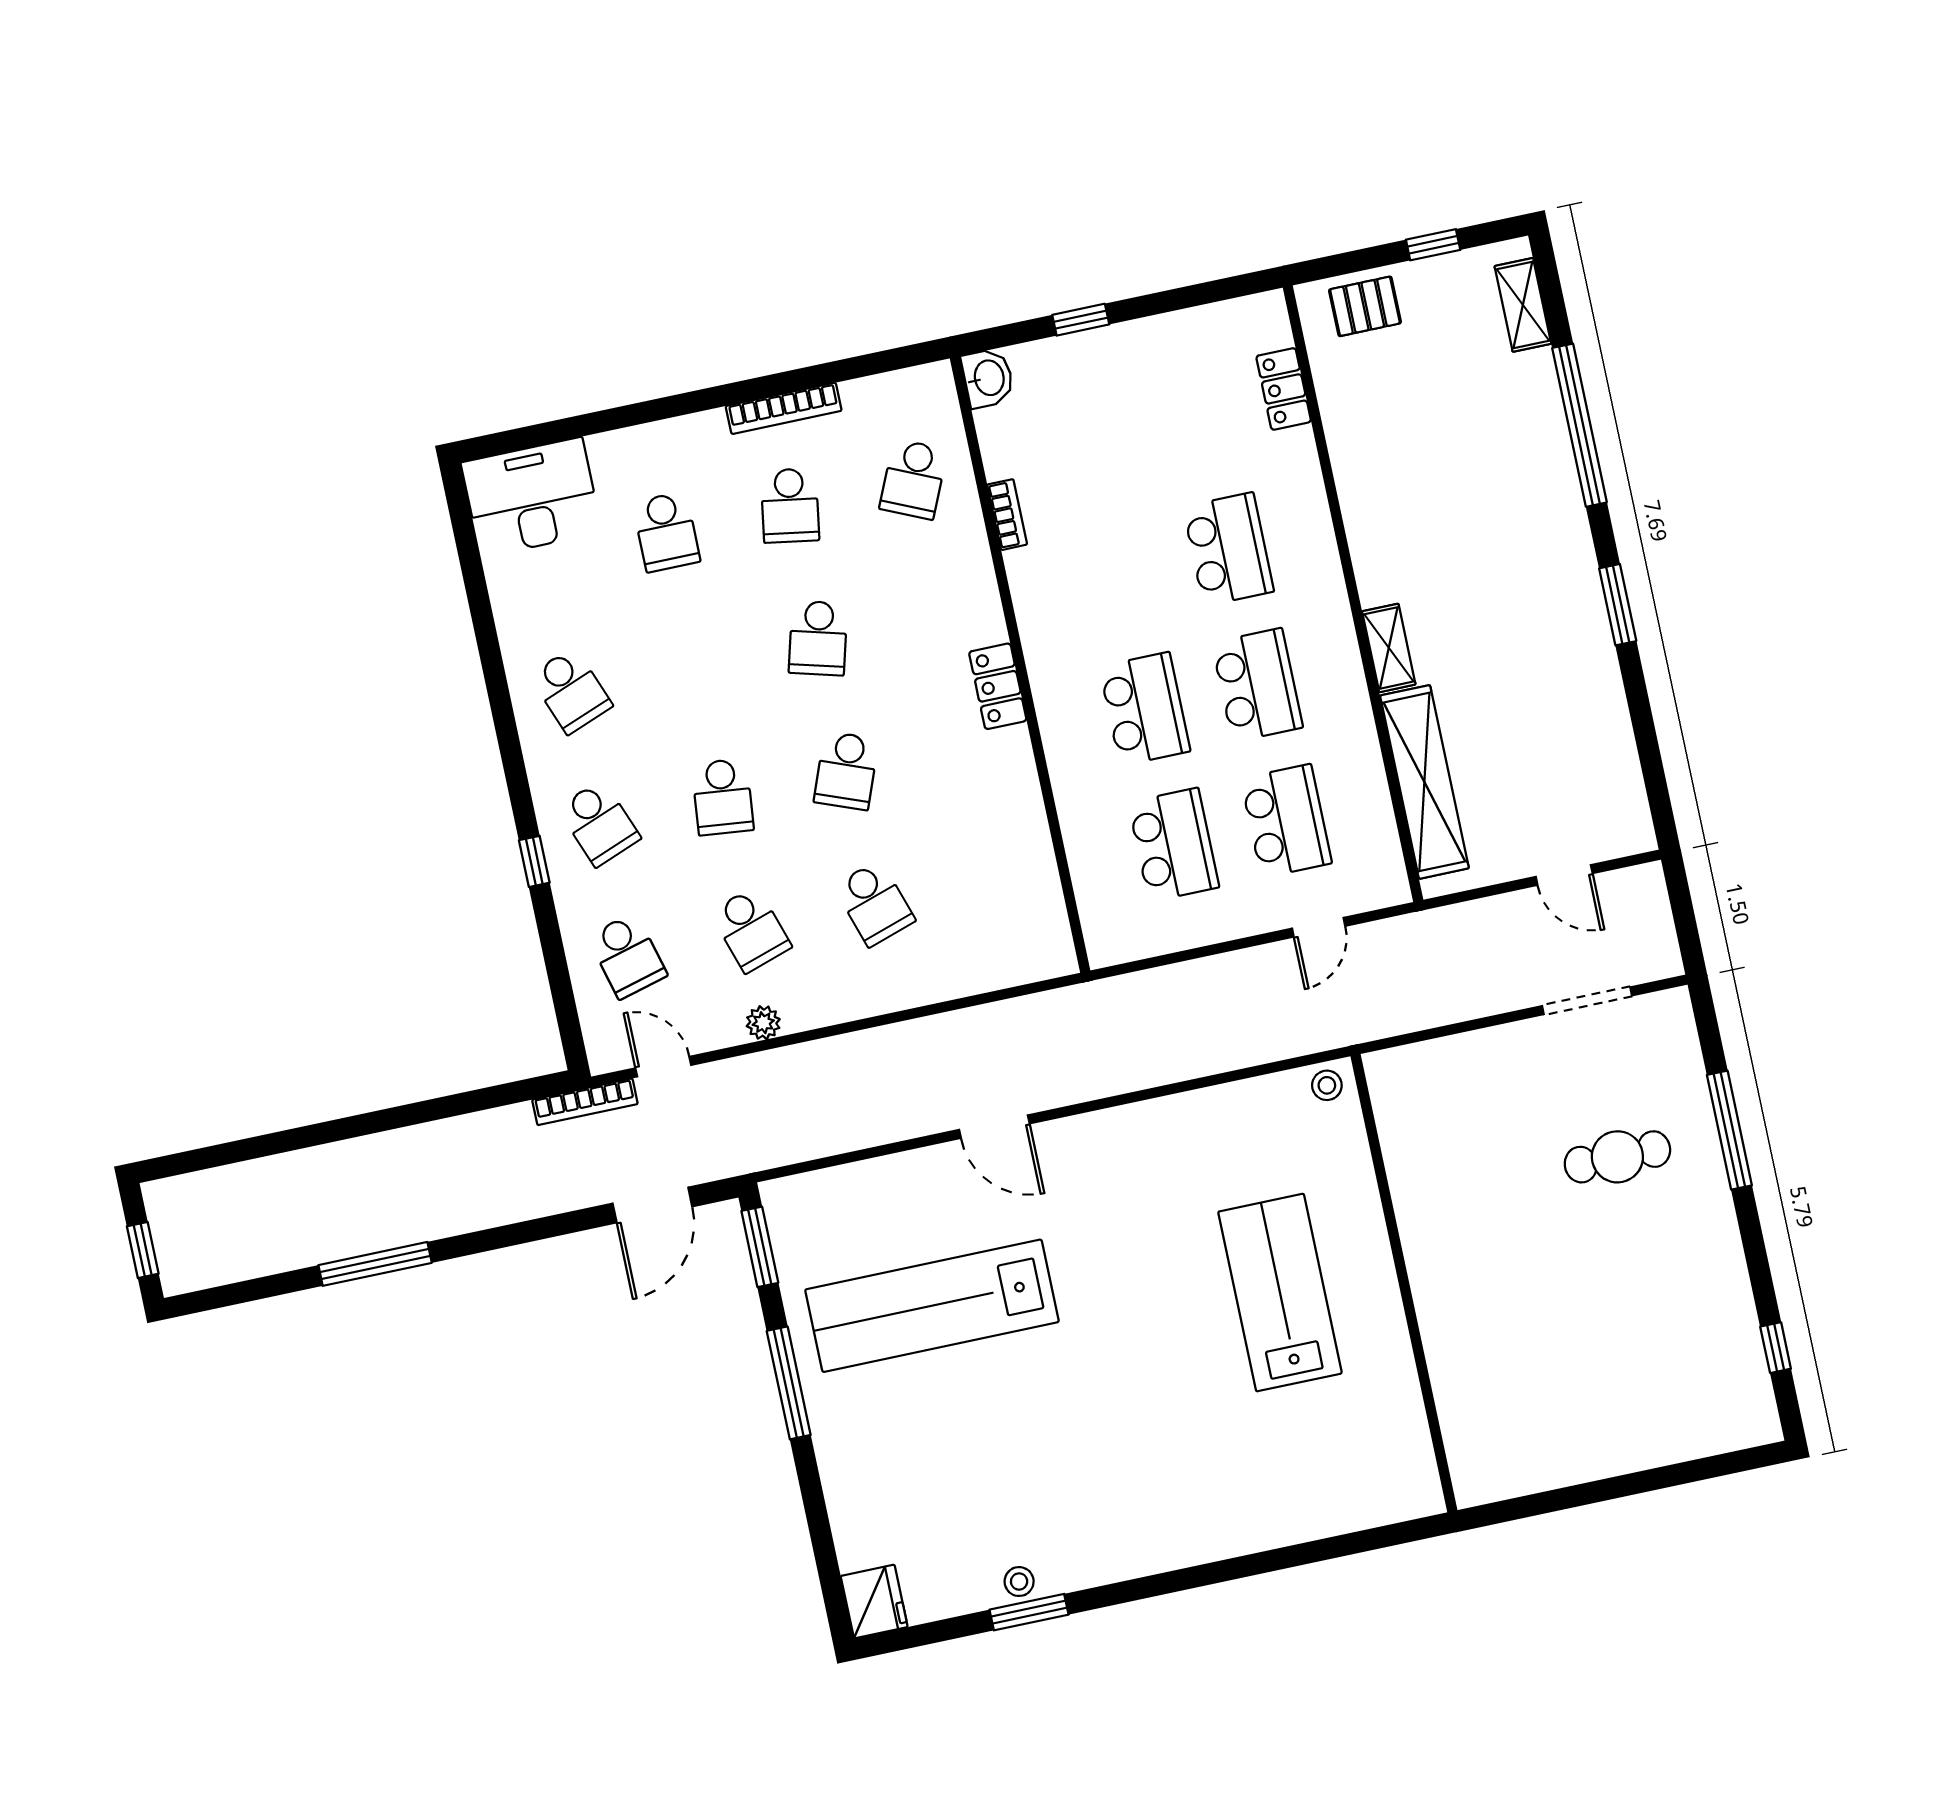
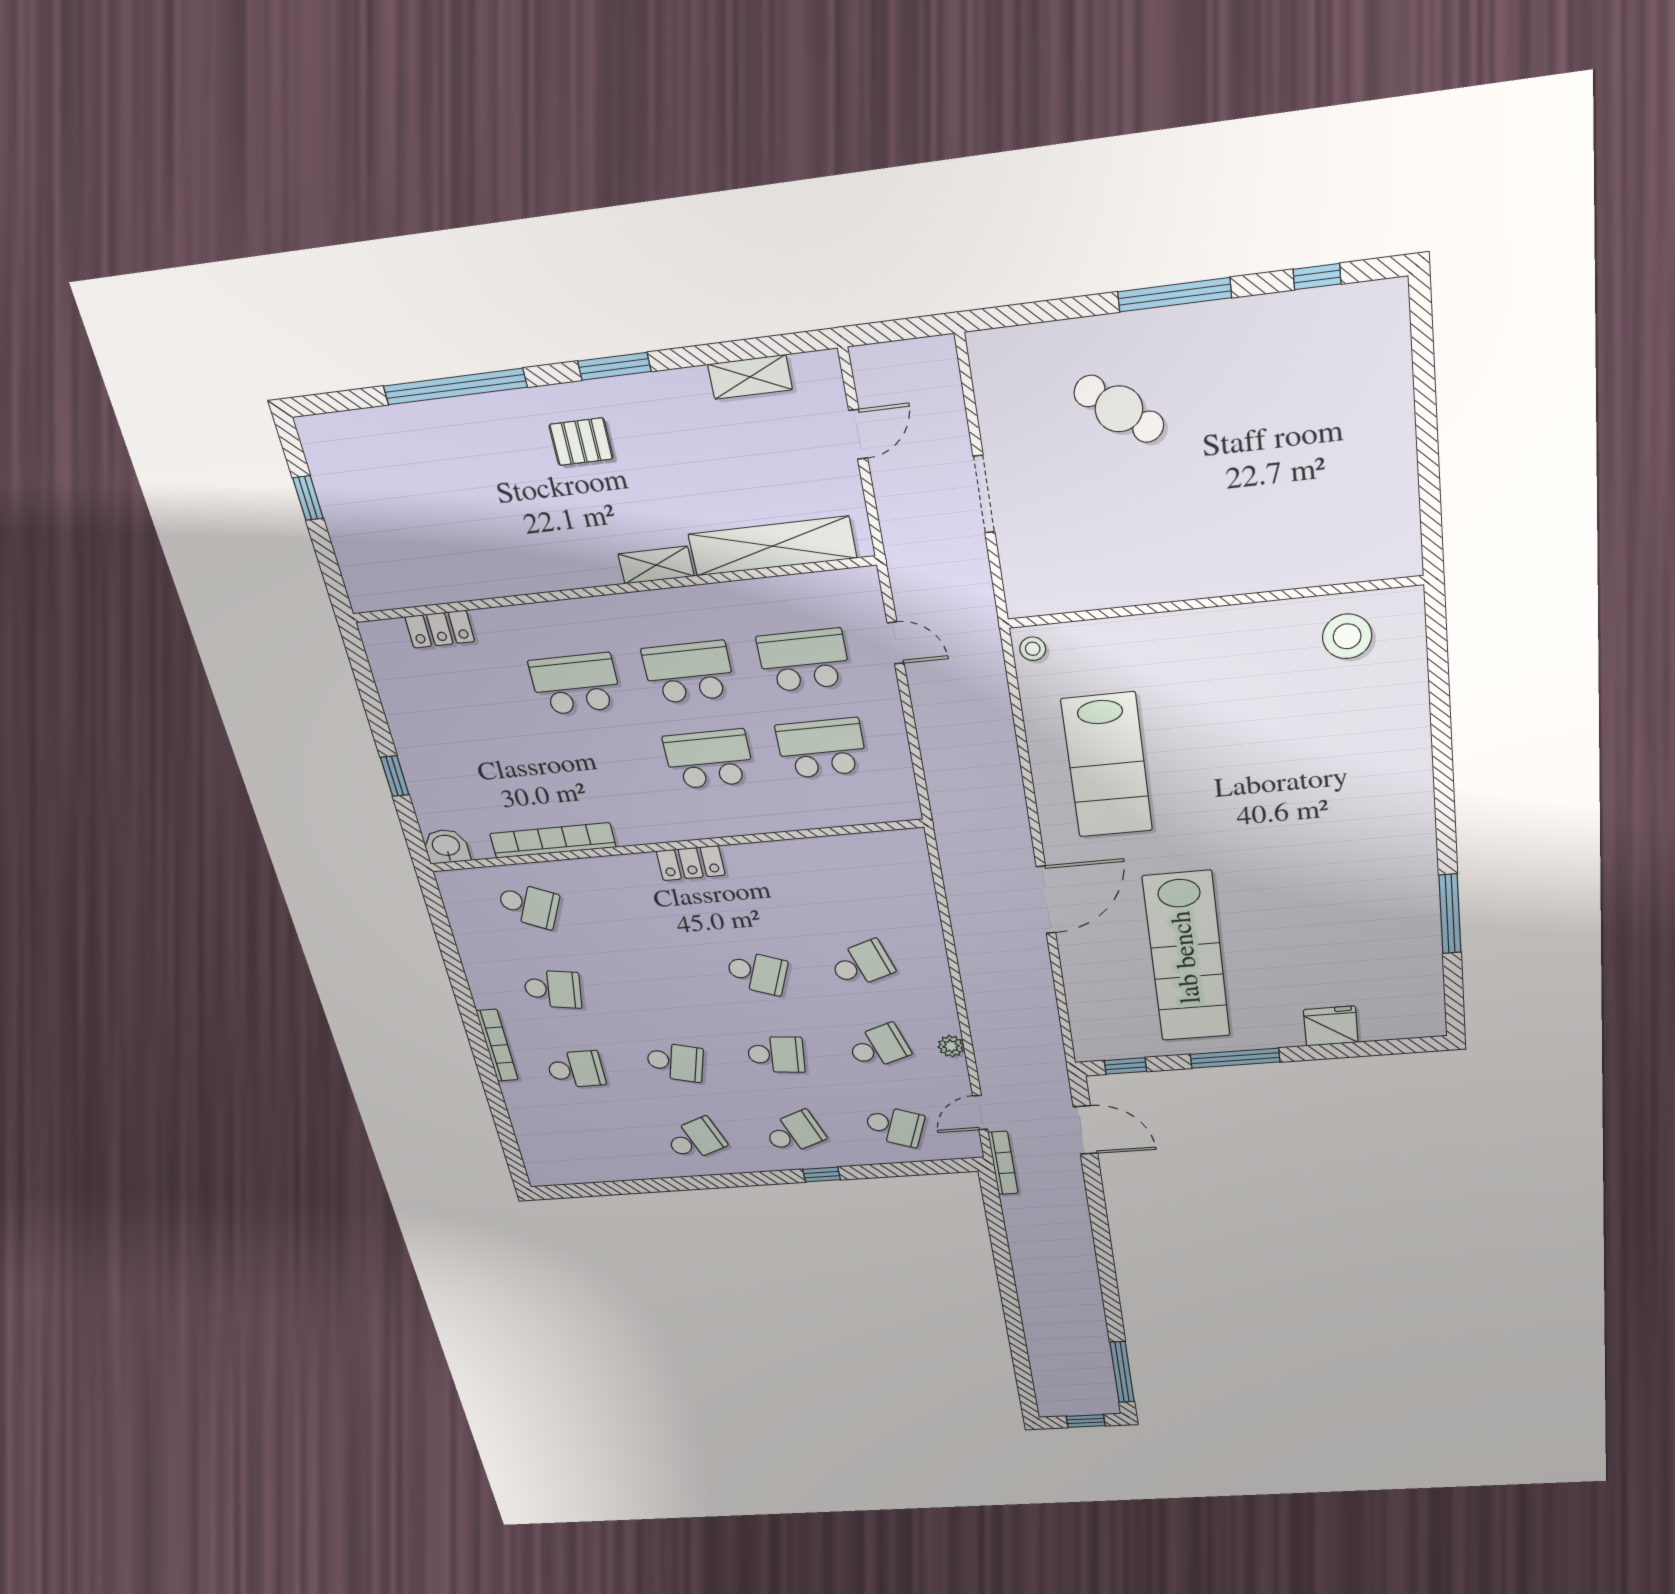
shelving: (1523, 305) -> (750, 377), moved
pallet: (1365, 306) -> (581, 442), moved, turned 90
bookcase: (784, 408) -> (497, 1045), moved
desk: (531, 497) -> (554, 1148), removed
bookcase: (1007, 515) -> (553, 840), width x2.31, depth x1.31
school desk: (818, 638) -> (675, 1062), moved
school desk: (627, 956) -> (895, 1126), turned 36
doorway: (1587, 1001) -> (984, 494), moved
door: (994, 1127) -> (1046, 900), width x1.36
window: (1729, 1130) -> (1174, 295), moved
cafe table: (1617, 1157) -> (1119, 409), turned -51
window: (760, 1247) -> (1126, 1066), width x0.67
window: (375, 1264) -> (1122, 1372), moved
lab bench: (1280, 1293) -> (1107, 765), moved, turned -90
stool: (1019, 1582) -> (1347, 636), moved, width x1.89, depth x1.89
fridge: (874, 1601) -> (1331, 1026), moved
window: (1029, 1612) -> (1450, 914), width x1.44

